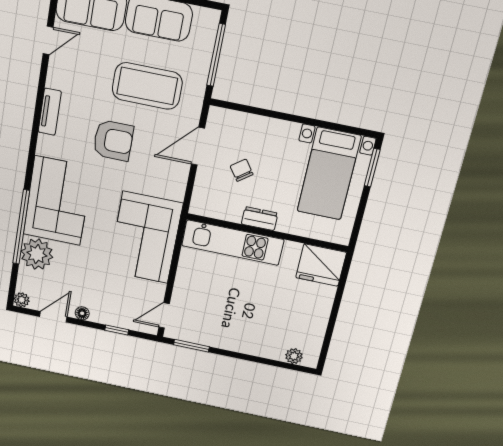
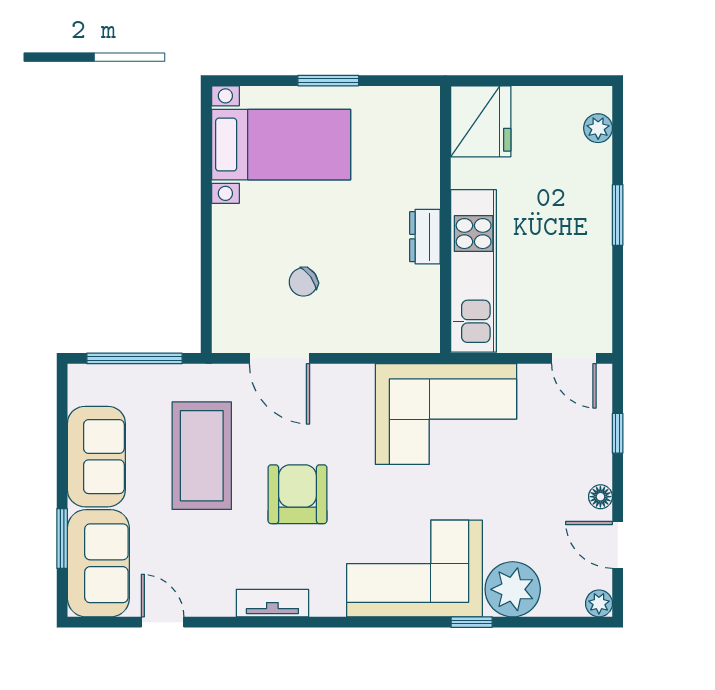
window: (372, 168) -> (328, 81), moved
dresser: (260, 219) -> (425, 237), moved
window: (21, 227) -> (472, 622), width x0.32
wall: (267, 233) -> (445, 219), moved
kitchen unit: (233, 243) -> (474, 271), moved
fridge: (321, 265) -> (481, 121), moved
window: (191, 346) -> (618, 215), moved

